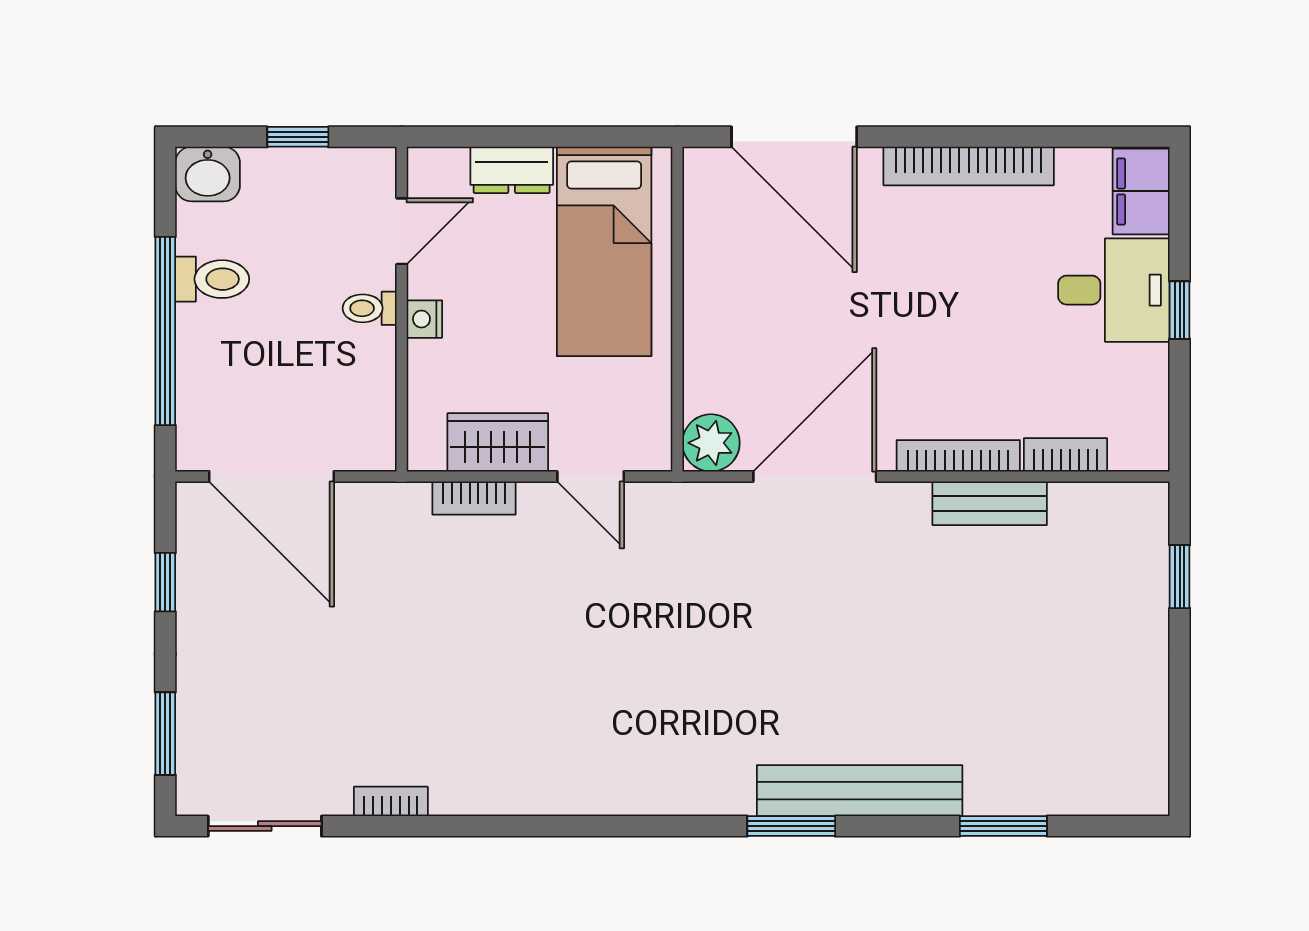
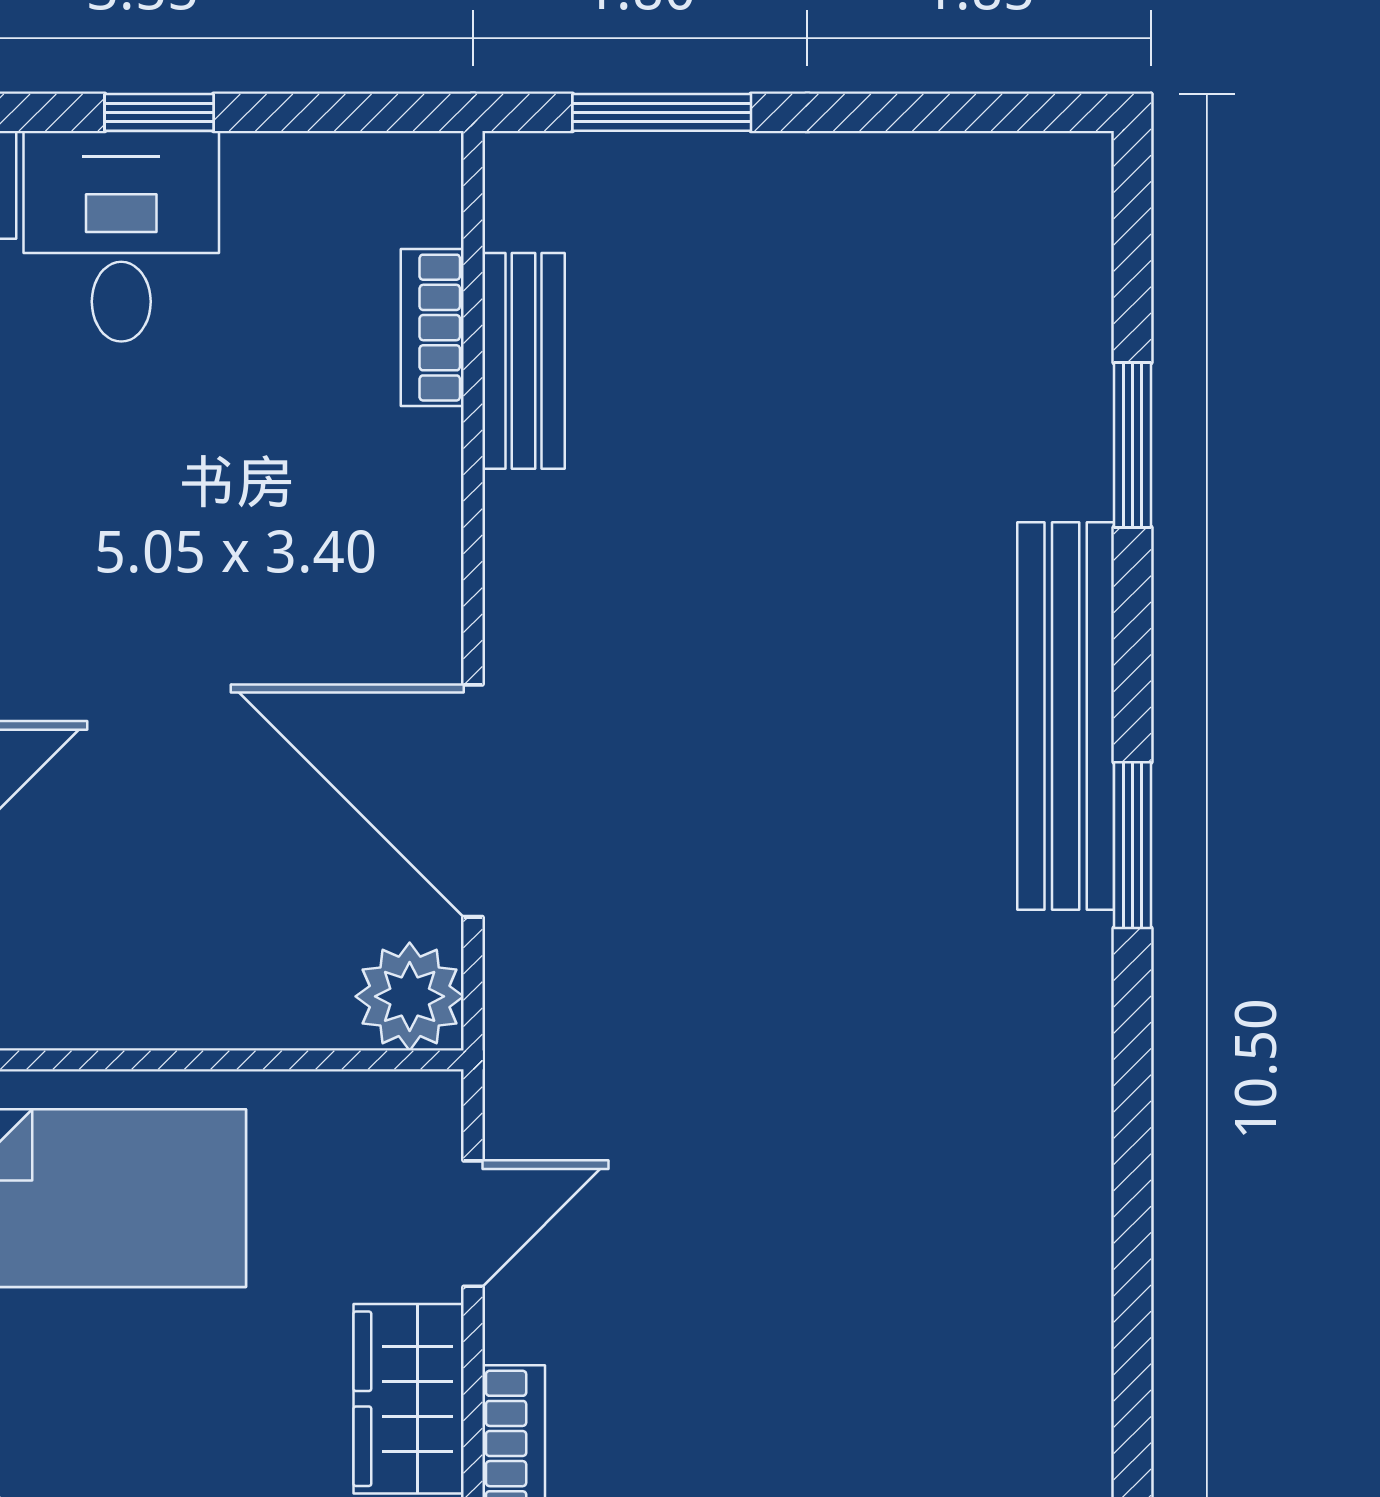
bookcase: (958, 456) -> (434, 530), removed
bench: (990, 503) -> (523, 361), moved
window: (1180, 577) -> (662, 112), width x1.50

